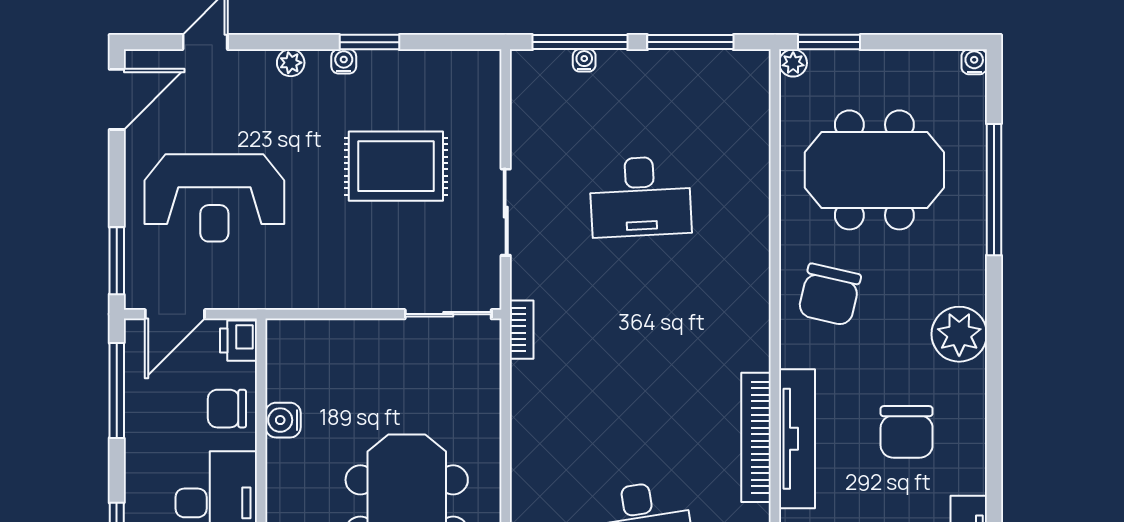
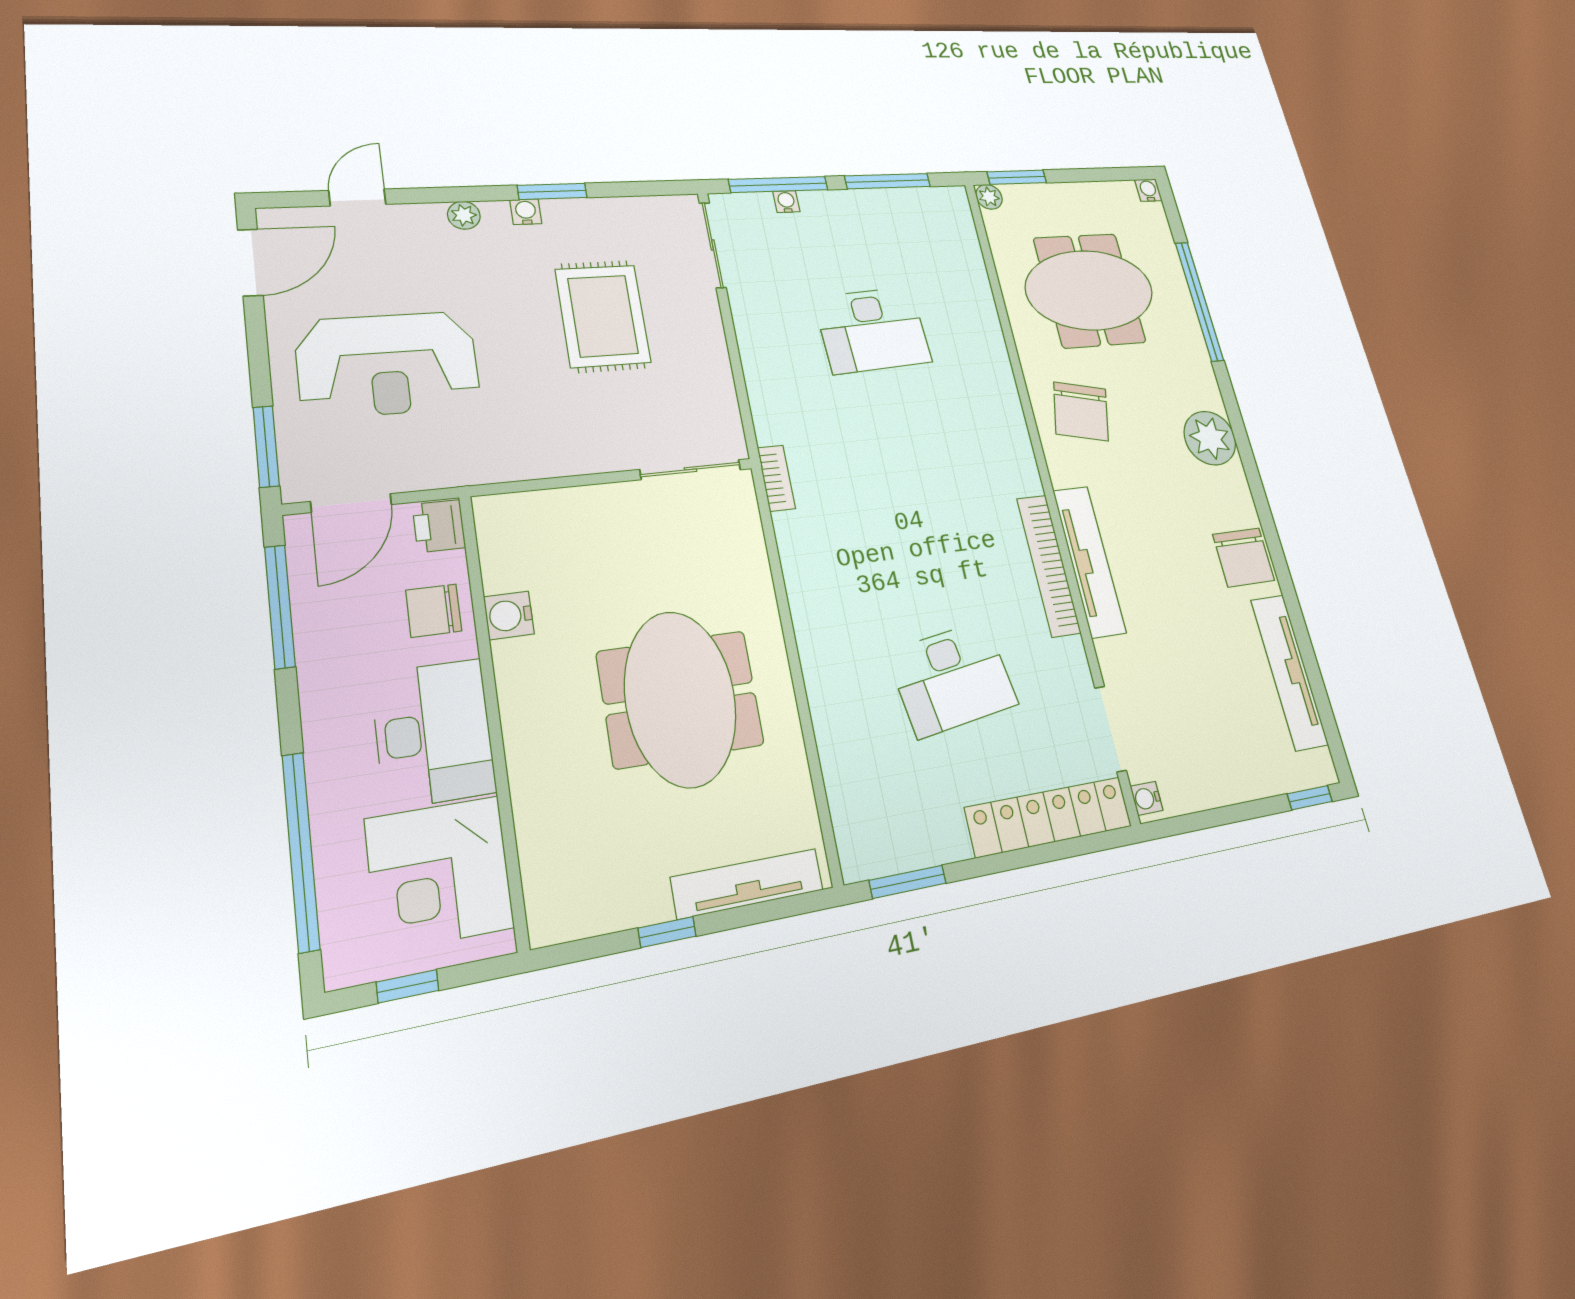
rug: (396, 166) -> (603, 316), turned 90
sliding door: (506, 212) -> (713, 245), moved
chair: (907, 432) -> (1244, 557), moved

